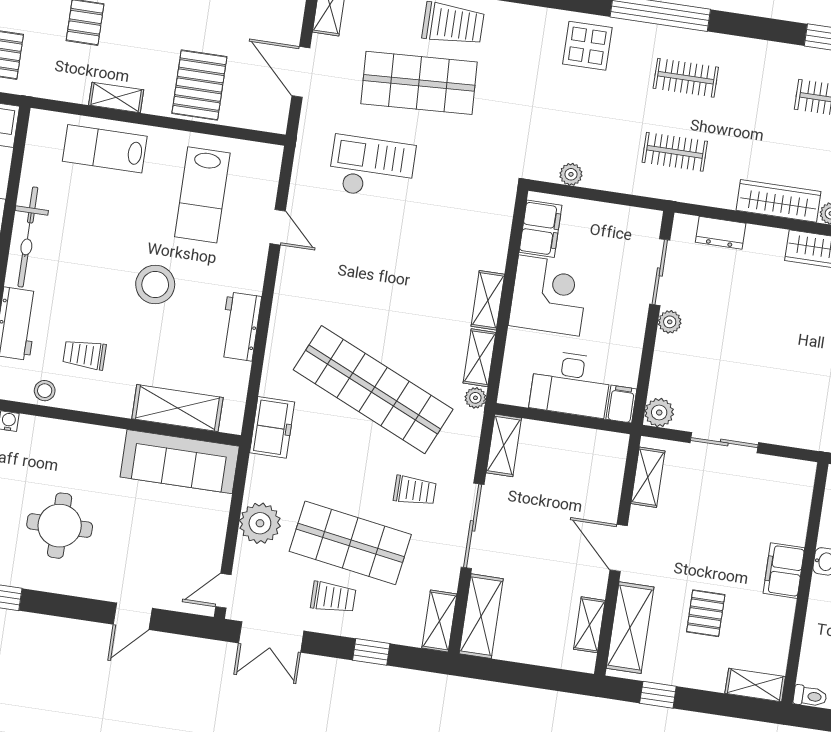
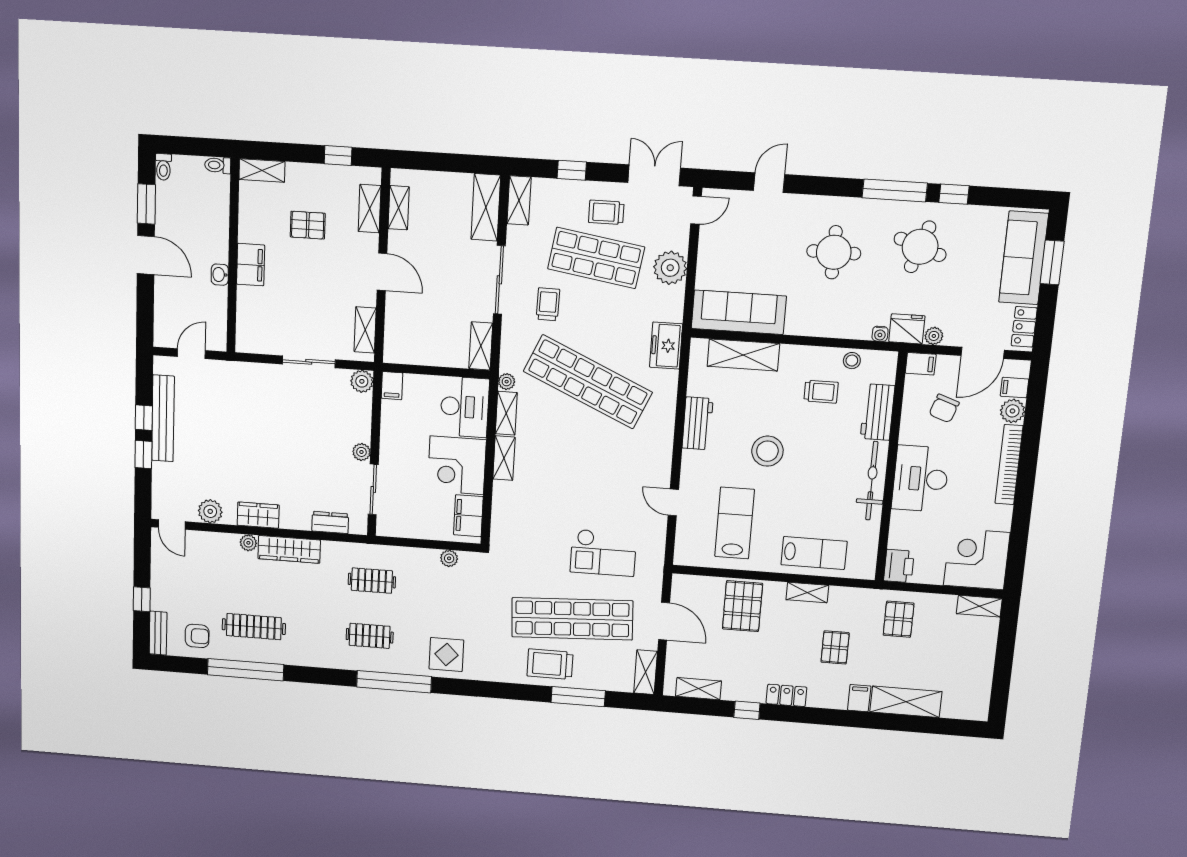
shop shelf: (419, 83) -> (572, 619), width x1.40
desk: (571, 384) -> (465, 407), moved, turned 90
trolley: (415, 491) -> (548, 304), turned 91
pallet: (706, 613) -> (308, 225), turned 90
shelving: (630, 628) -> (370, 209), width x0.67, depth x0.75

